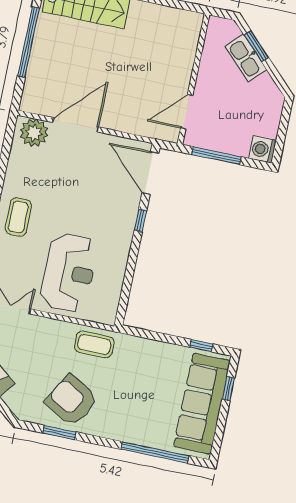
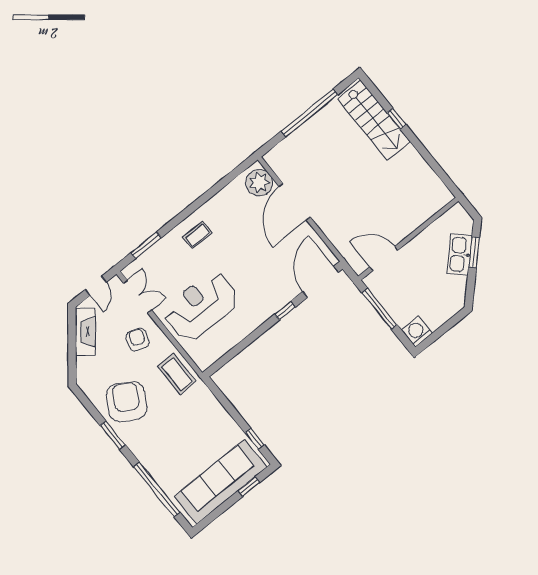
door: (76, 125) -> (295, 202), swing flipped
coffee table: (18, 217) -> (197, 235), width x0.73, depth x0.77
reception desk: (69, 273) -> (201, 306), turned 180
armchair: (39, 343) -> (138, 340), added
window: (60, 433) -> (113, 435), moved

